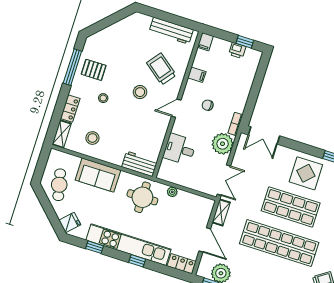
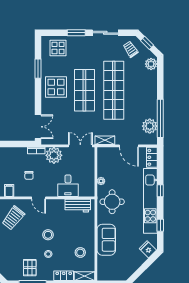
stool: (140, 92) -> (48, 235), moved
workbench: (140, 164) -> (78, 206), moved, turned -90
cafe table: (59, 185) -> (122, 266), removed
door: (205, 240) -> (129, 146), swing flipped

